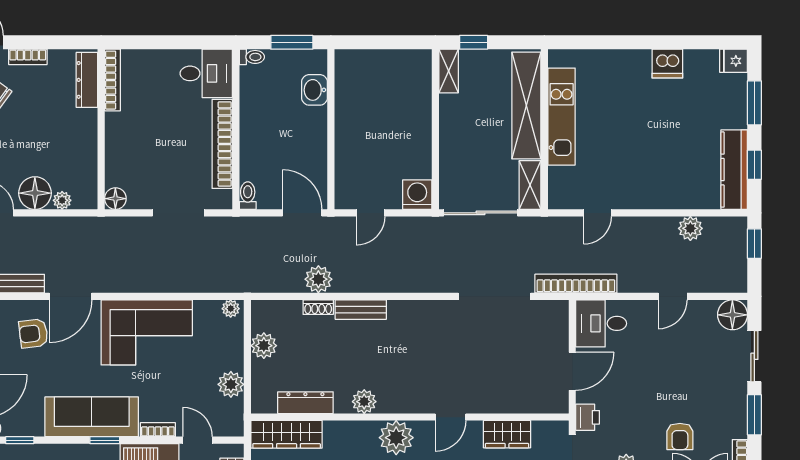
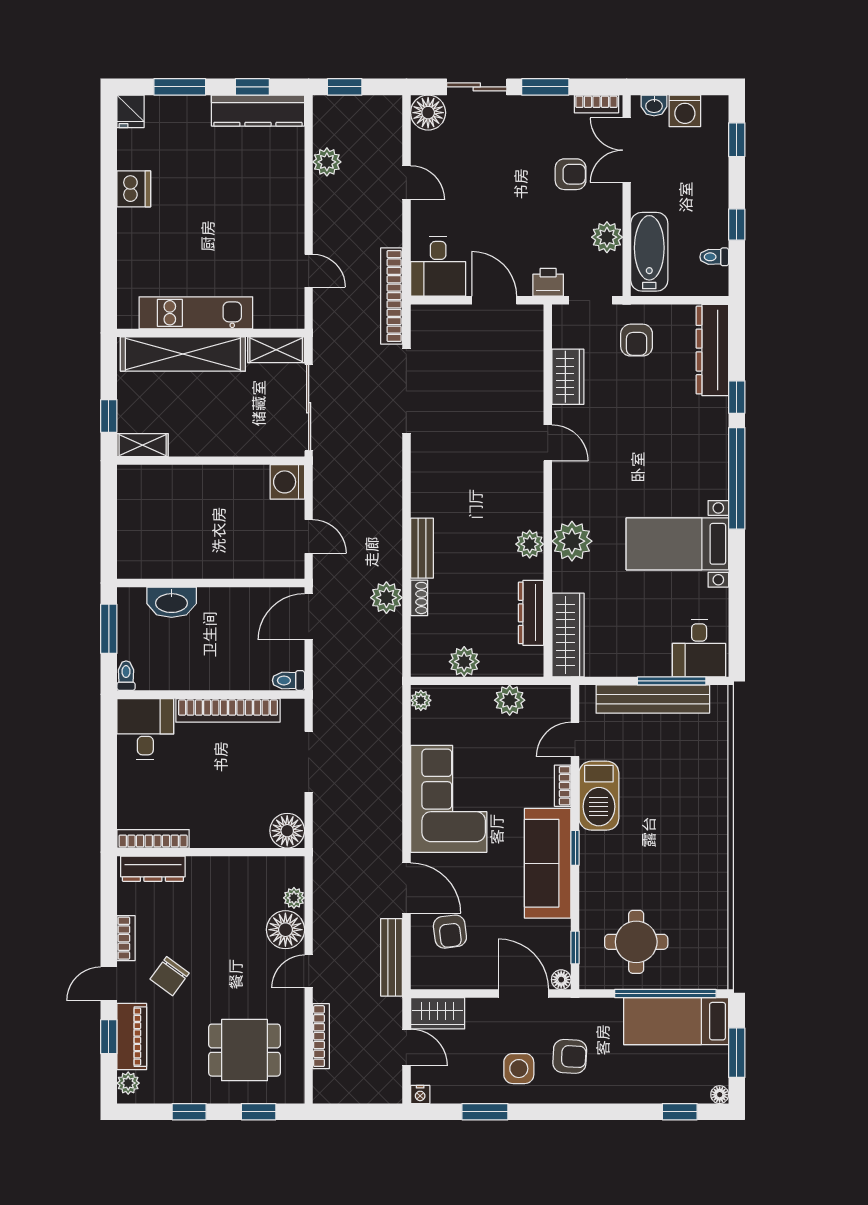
washbasin: (315, 90) -> (172, 602), width x1.38
floor lamp: (115, 199) -> (287, 831), width x1.38, depth x1.38
plant: (396, 438) -> (572, 541), moved

